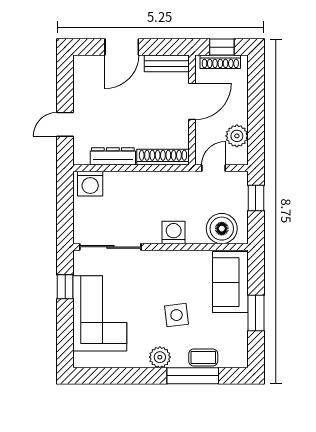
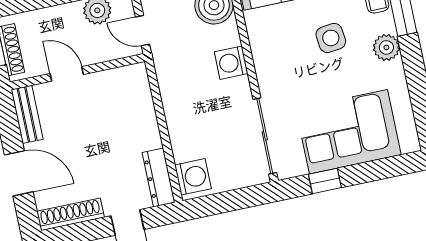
door: (192, 101) -> (67, 74), width x0.73
dresser: (113, 156) -> (159, 177), moved
shoe rack: (163, 157) -> (70, 214), moved, turned 90

